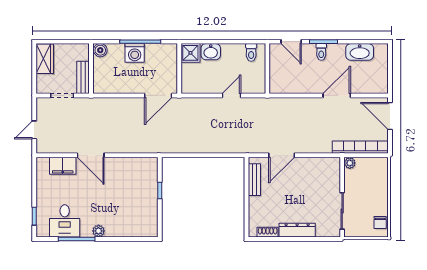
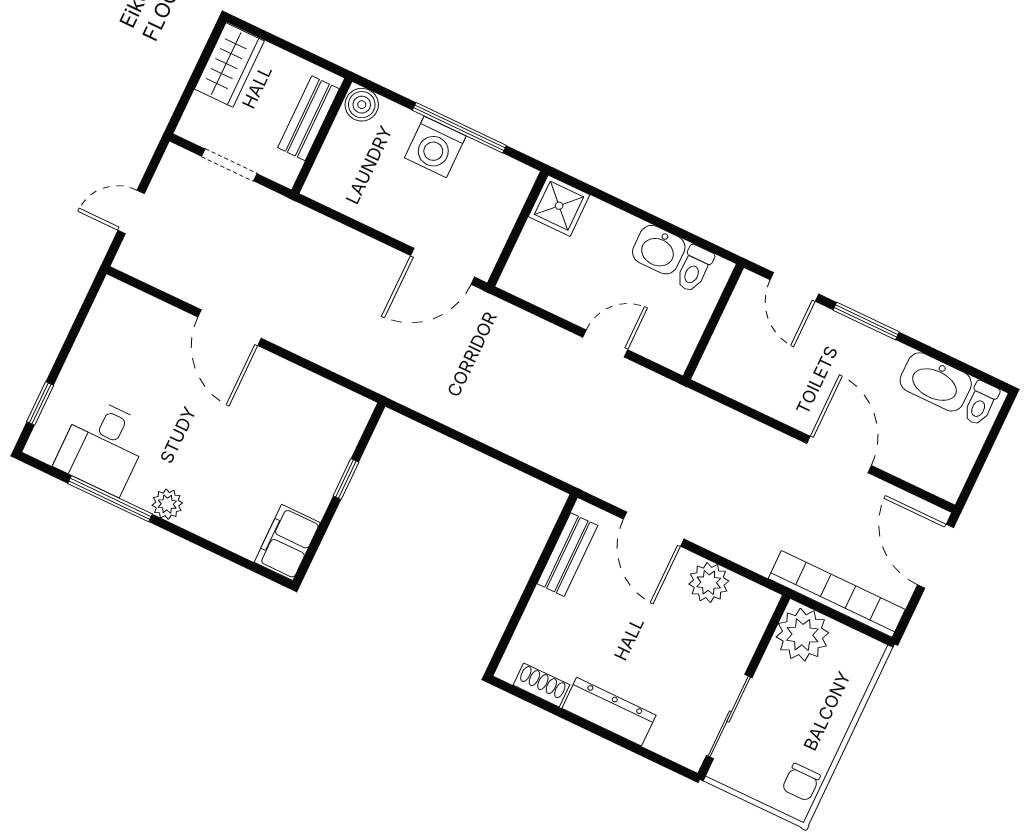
washbasin: (211, 52) -> (659, 250), moved
toilet: (321, 52) -> (981, 403), moved
bench: (83, 77) -> (308, 118), moved
door: (337, 95) -> (839, 455), hinge flipped
door: (282, 155) -> (654, 529), hinge flipped
plant: (350, 163) -> (802, 635), width x1.88, depth x1.88
plant: (311, 165) -> (709, 583), added
filing cabinet: (63, 166) -> (287, 542), moved, turned 90

